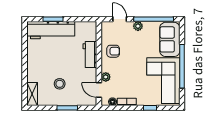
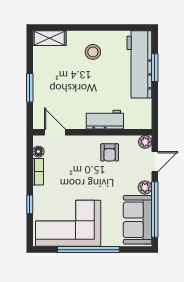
sofa: (170, 39) -> (138, 220), moved, turned -90
plant: (106, 77) -> (145, 142), moved
stool: (60, 84) -> (93, 52), moved
door: (99, 90) -> (55, 132), hinge flipped

